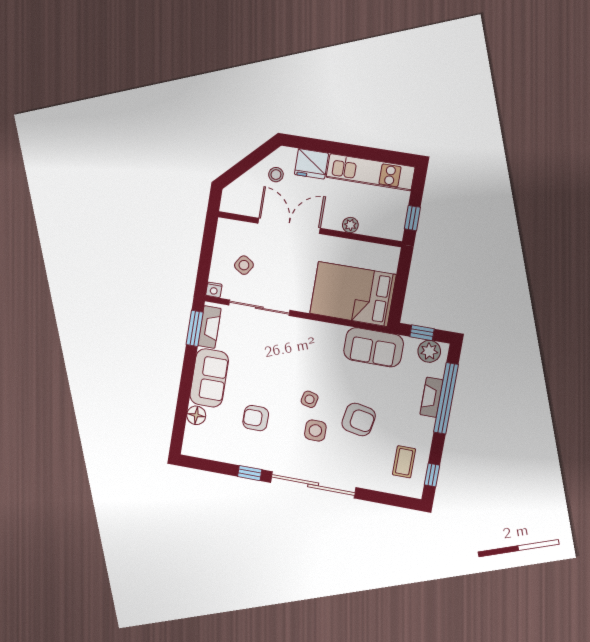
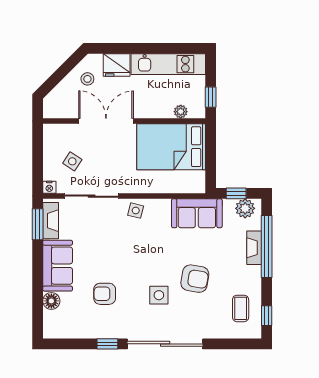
plant: (350, 225) -> (181, 112), moved
bed: (353, 294) -> (171, 147), moved
side table: (310, 399) -> (136, 211), moved

